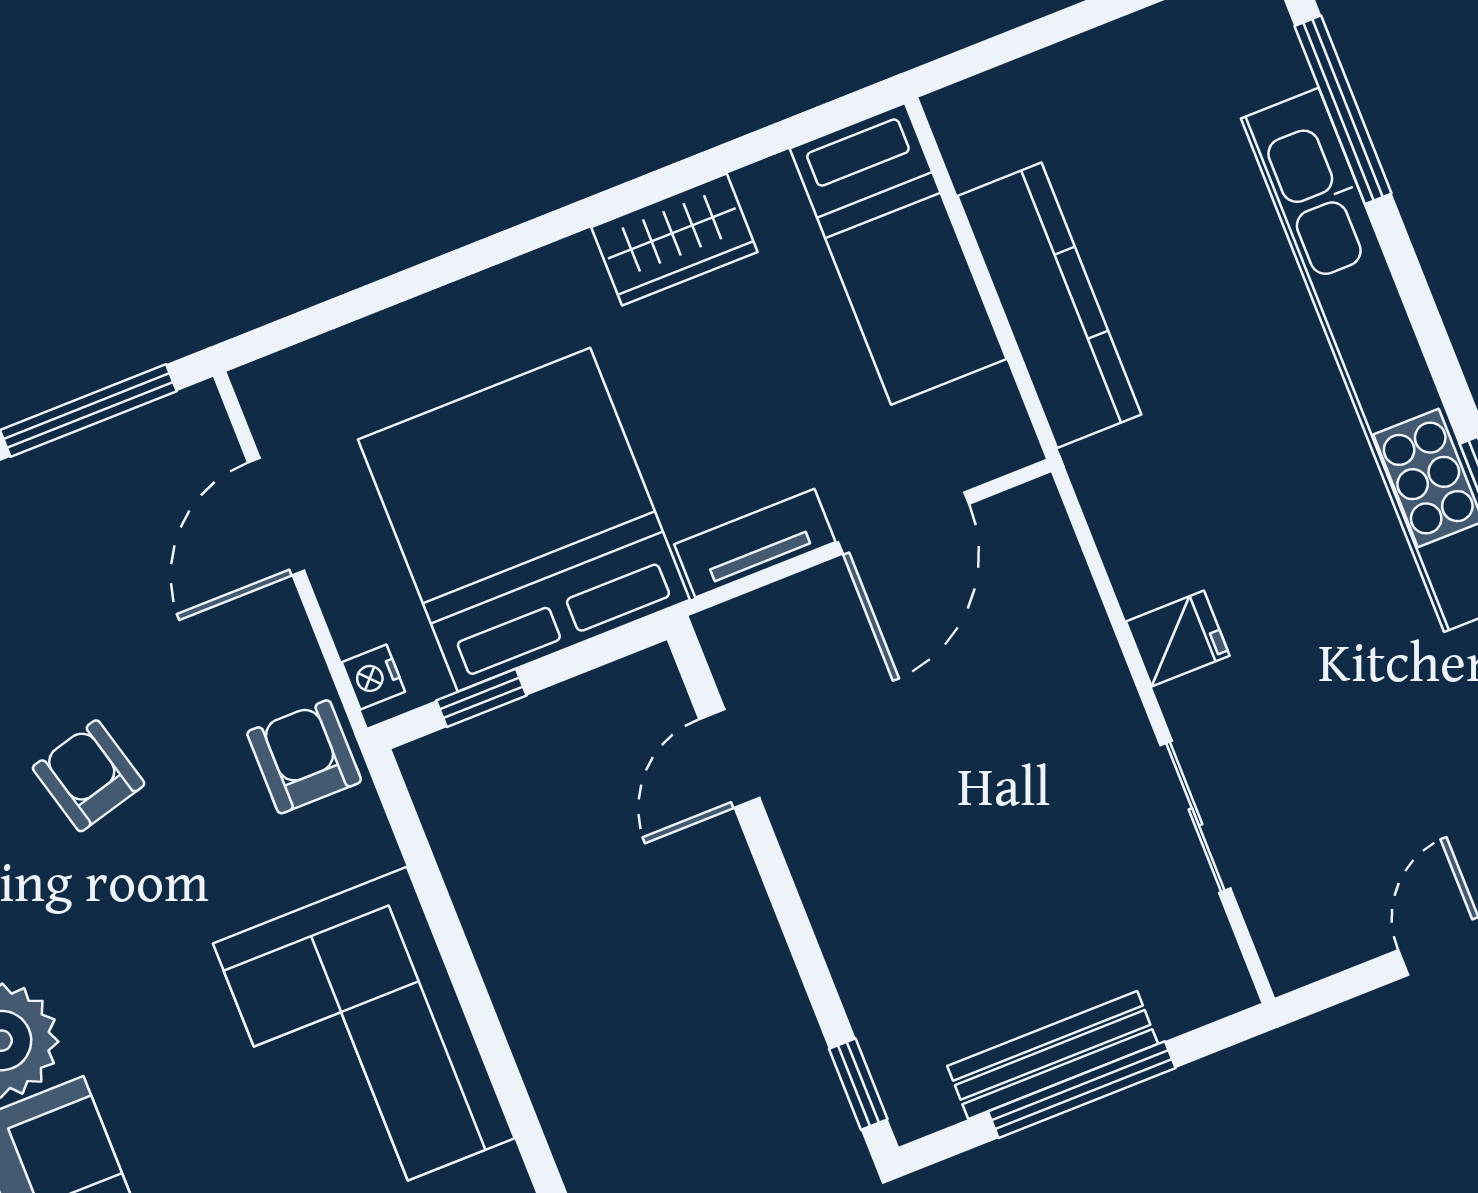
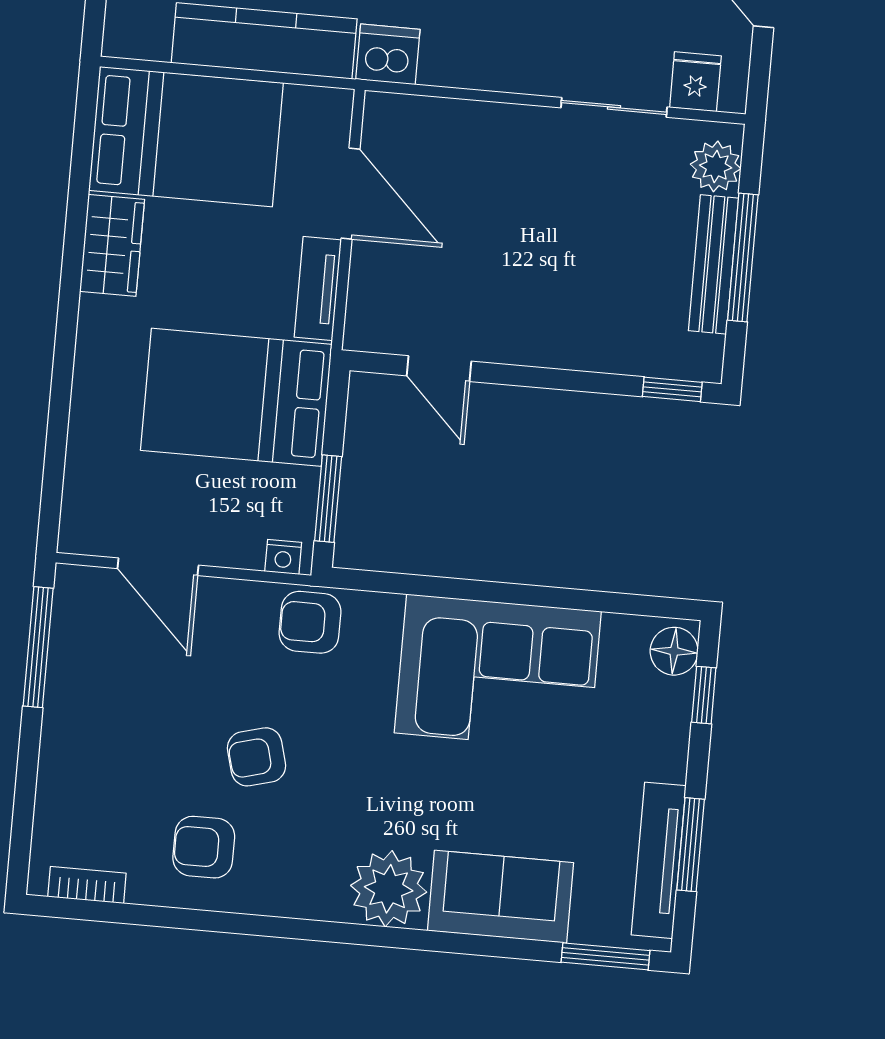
bed: (898, 254) -> (186, 137), width x1.50
dishwasher: (1114, 479) -> (388, 54), added
bed: (524, 520) -> (236, 397), width x0.73
fridge: (1178, 639) -> (695, 82), moved
window: (481, 698) -> (328, 499), width x1.50
plant: (1185, 992) -> (716, 166), added

